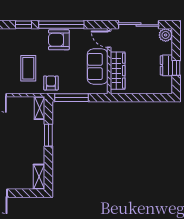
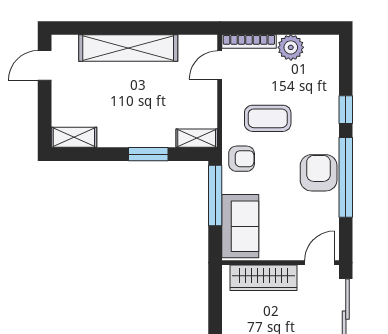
sofa: (98, 67) -> (240, 226), moved, turned 90

